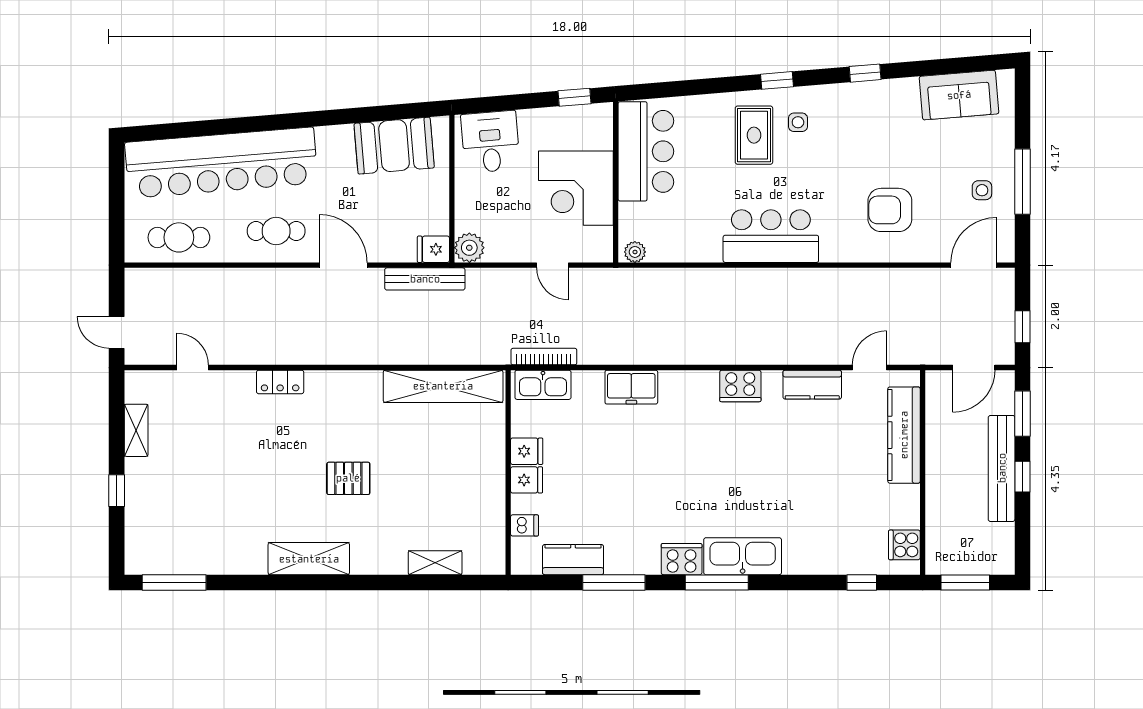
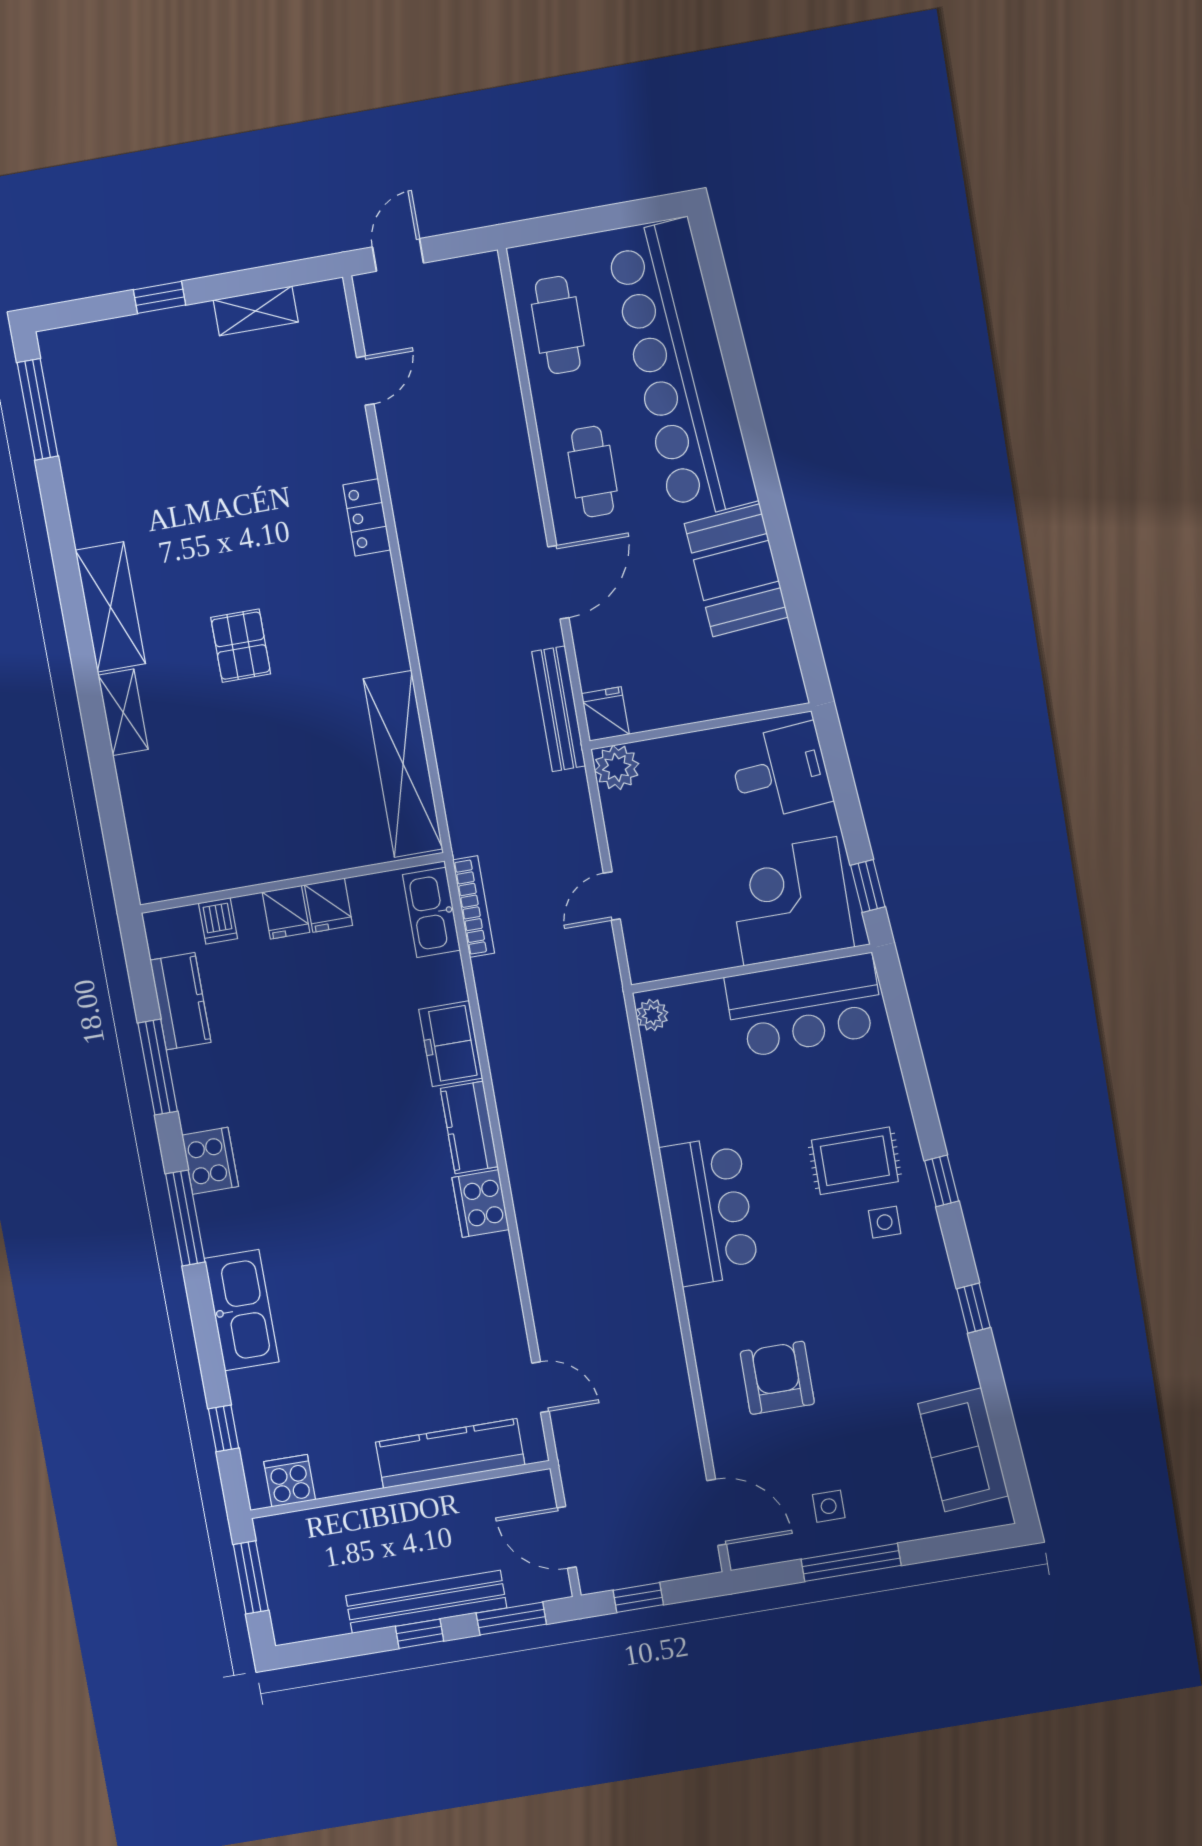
booth: (394, 146) -> (736, 570), moved
corner desk: (576, 188) -> (790, 901), moved
kitchen counter: (812, 385) -> (469, 1128), moved
kitchen sink: (743, 556) -> (242, 1310), moved
shelving: (435, 563) -> (123, 712), moved

